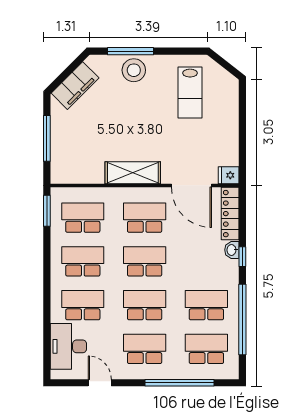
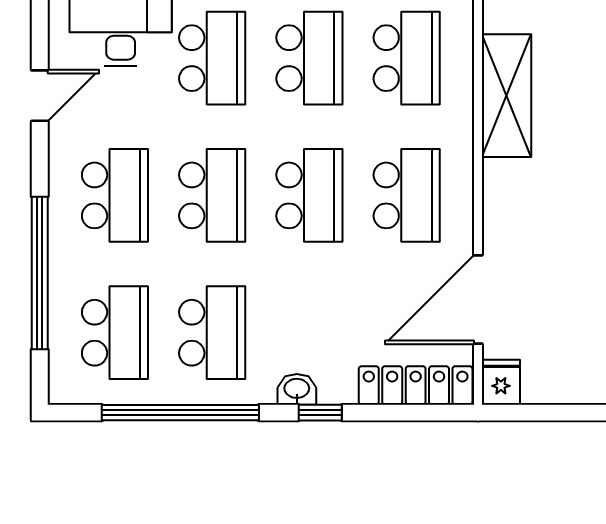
shelving: (133, 173) -> (506, 96), moved
washbasin: (232, 250) -> (297, 389), moved

